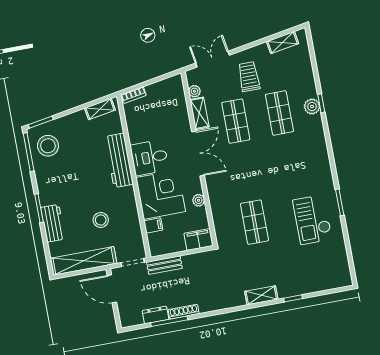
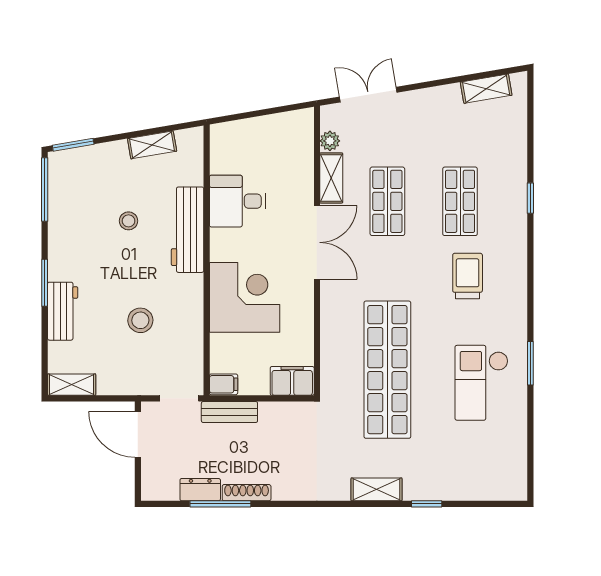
trolley: (249, 77) -> (468, 276), moved
bookcase: (134, 95) -> (231, 129), removed
plant: (312, 106) -> (515, 201), removed
shelving: (100, 109) -> (152, 145), moved
stool: (48, 146) -> (129, 221), moved, width x0.53, depth x0.53
desk: (149, 158) -> (238, 201), moved
plant: (199, 200) -> (304, 318), removed
shop shelf: (254, 222) -> (387, 370), width x2.00, depth x1.36
filing cabinet: (153, 225) -> (224, 384), moved
shelving: (83, 261) -> (72, 385), width x0.45, depth x0.75

